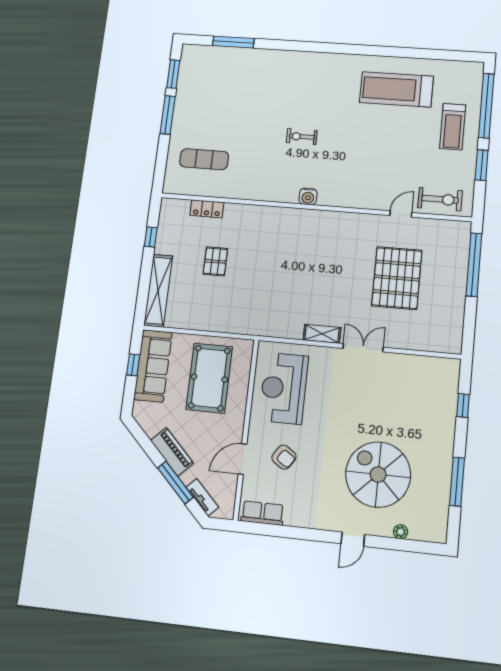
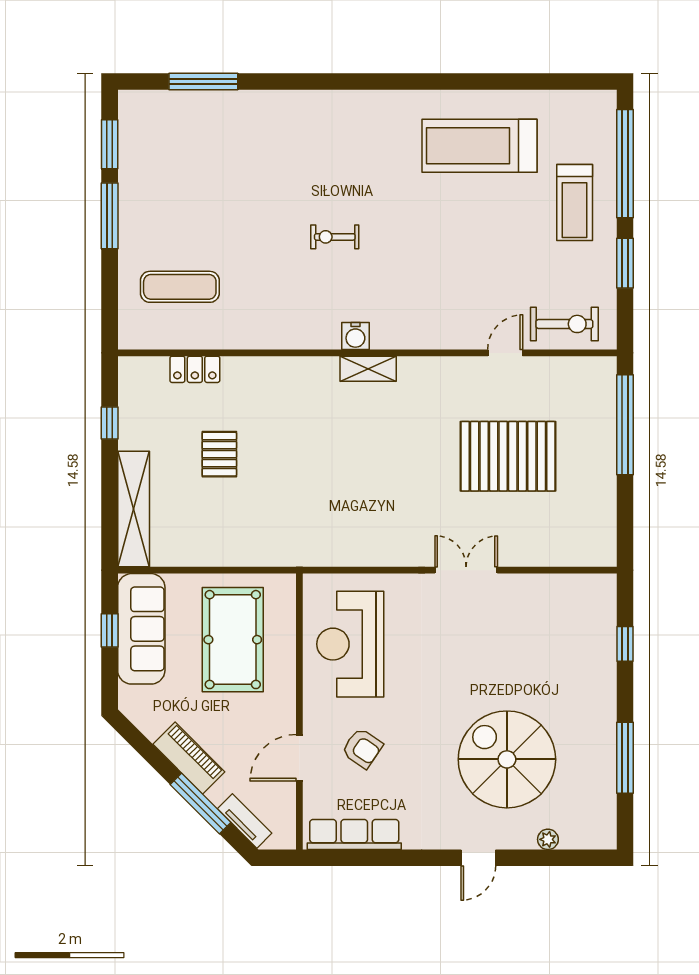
pallet: (397, 278) -> (508, 456), turned 90
shelving: (322, 334) -> (368, 369), moved
row of seats: (262, 513) -> (354, 834), width x1.48

